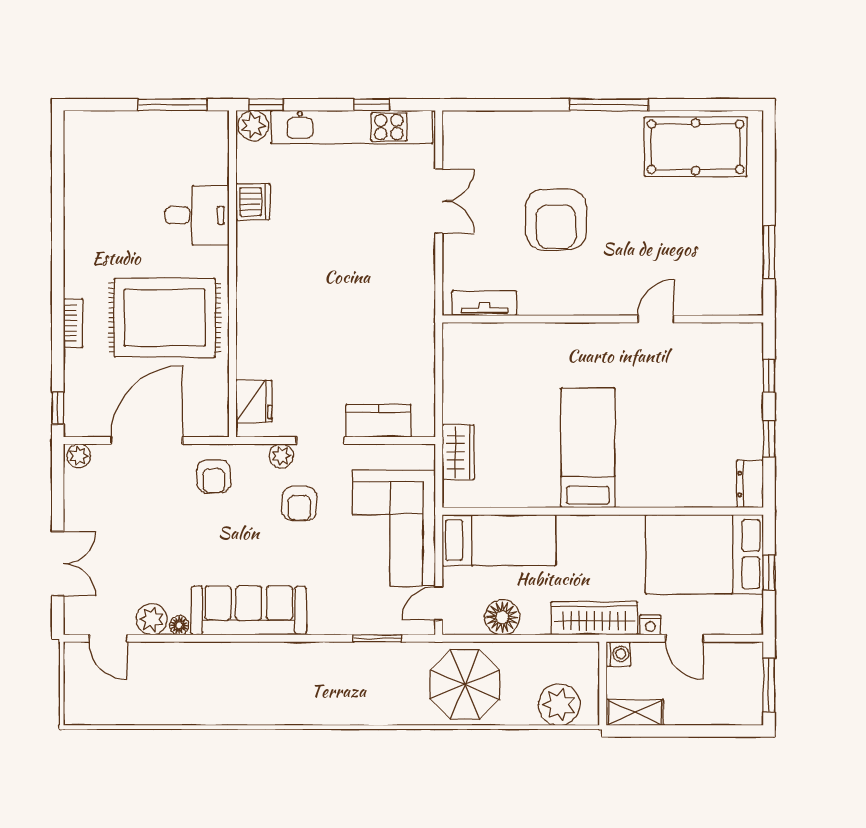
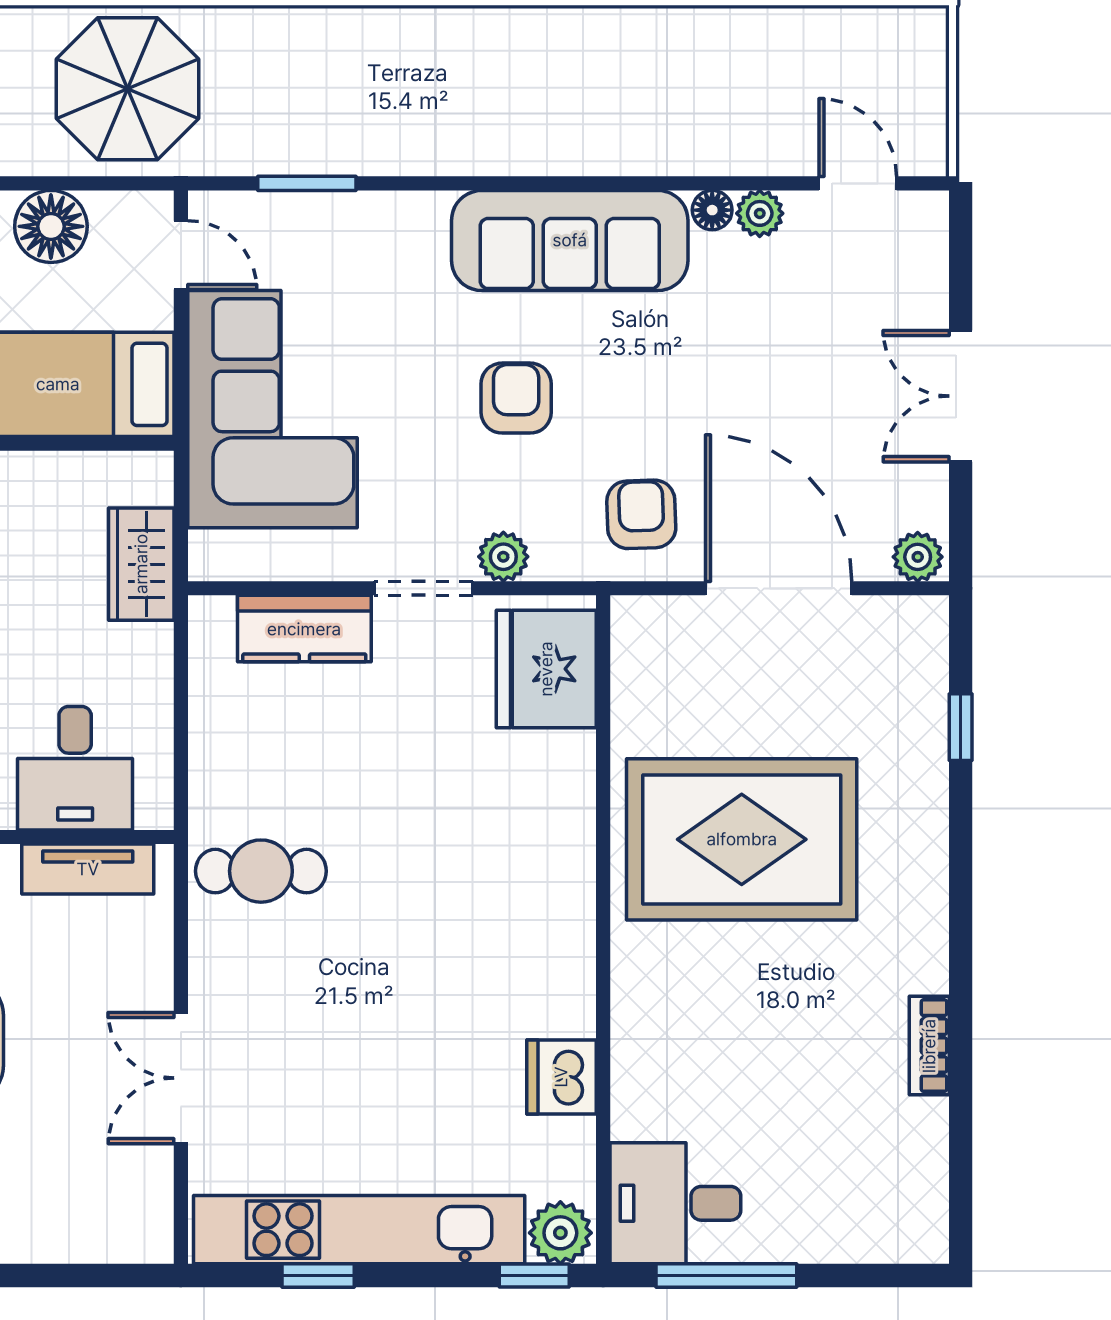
desk: (197, 215) -> (675, 1203), moved
cafe table: (400, 302) -> (261, 871), added
bookcase: (73, 323) -> (929, 1046), moved
desk: (490, 353) -> (75, 768), added
fridge: (254, 401) -> (546, 669), width x1.36, depth x1.34
window: (58, 408) -> (961, 727), moved
door: (147, 440) -> (779, 588), swing flipped
armchair: (299, 504) -> (516, 398), moved
double door: (58, 564) -> (961, 396), moved
door: (439, 603) -> (181, 255), hinge flipped
plant: (152, 619) -> (760, 213), width x0.73, depth x0.73

